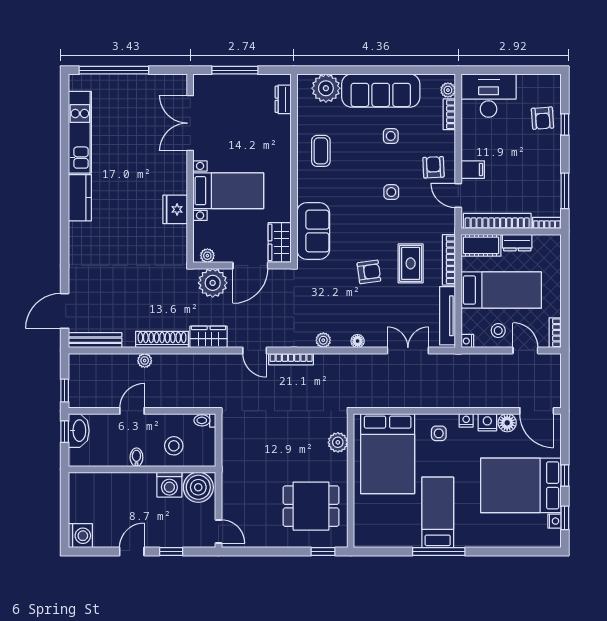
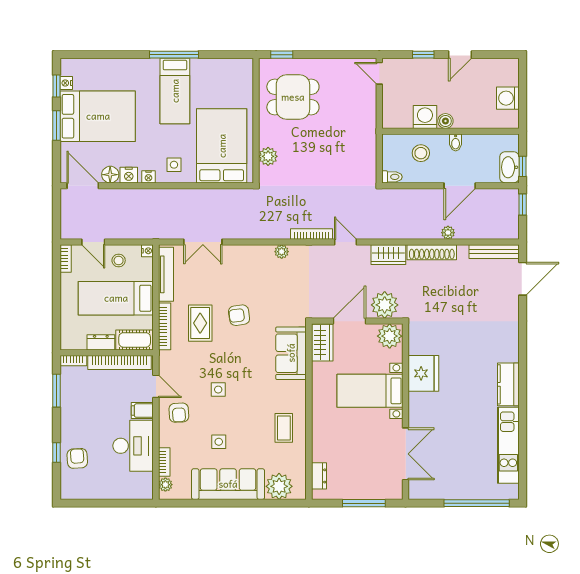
desk: (489, 96) -> (133, 446), moved, turned -90
fridge: (175, 209) -> (423, 373), width x1.36, depth x1.34
plant: (207, 256) -> (390, 336), width x1.87, depth x1.87
floor lamp: (358, 341) -> (250, 251), removed
door: (132, 411) -> (460, 186), width x1.38
window: (565, 475) -> (57, 126), width x1.50
boiler: (198, 487) -> (445, 121), moved, width x0.54, depth x0.54
washing machine: (80, 536) -> (508, 98), moved

